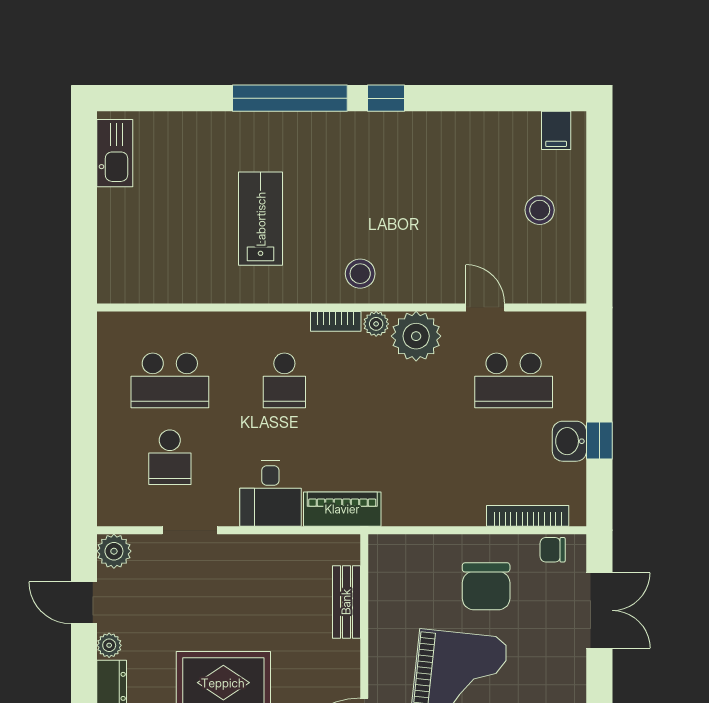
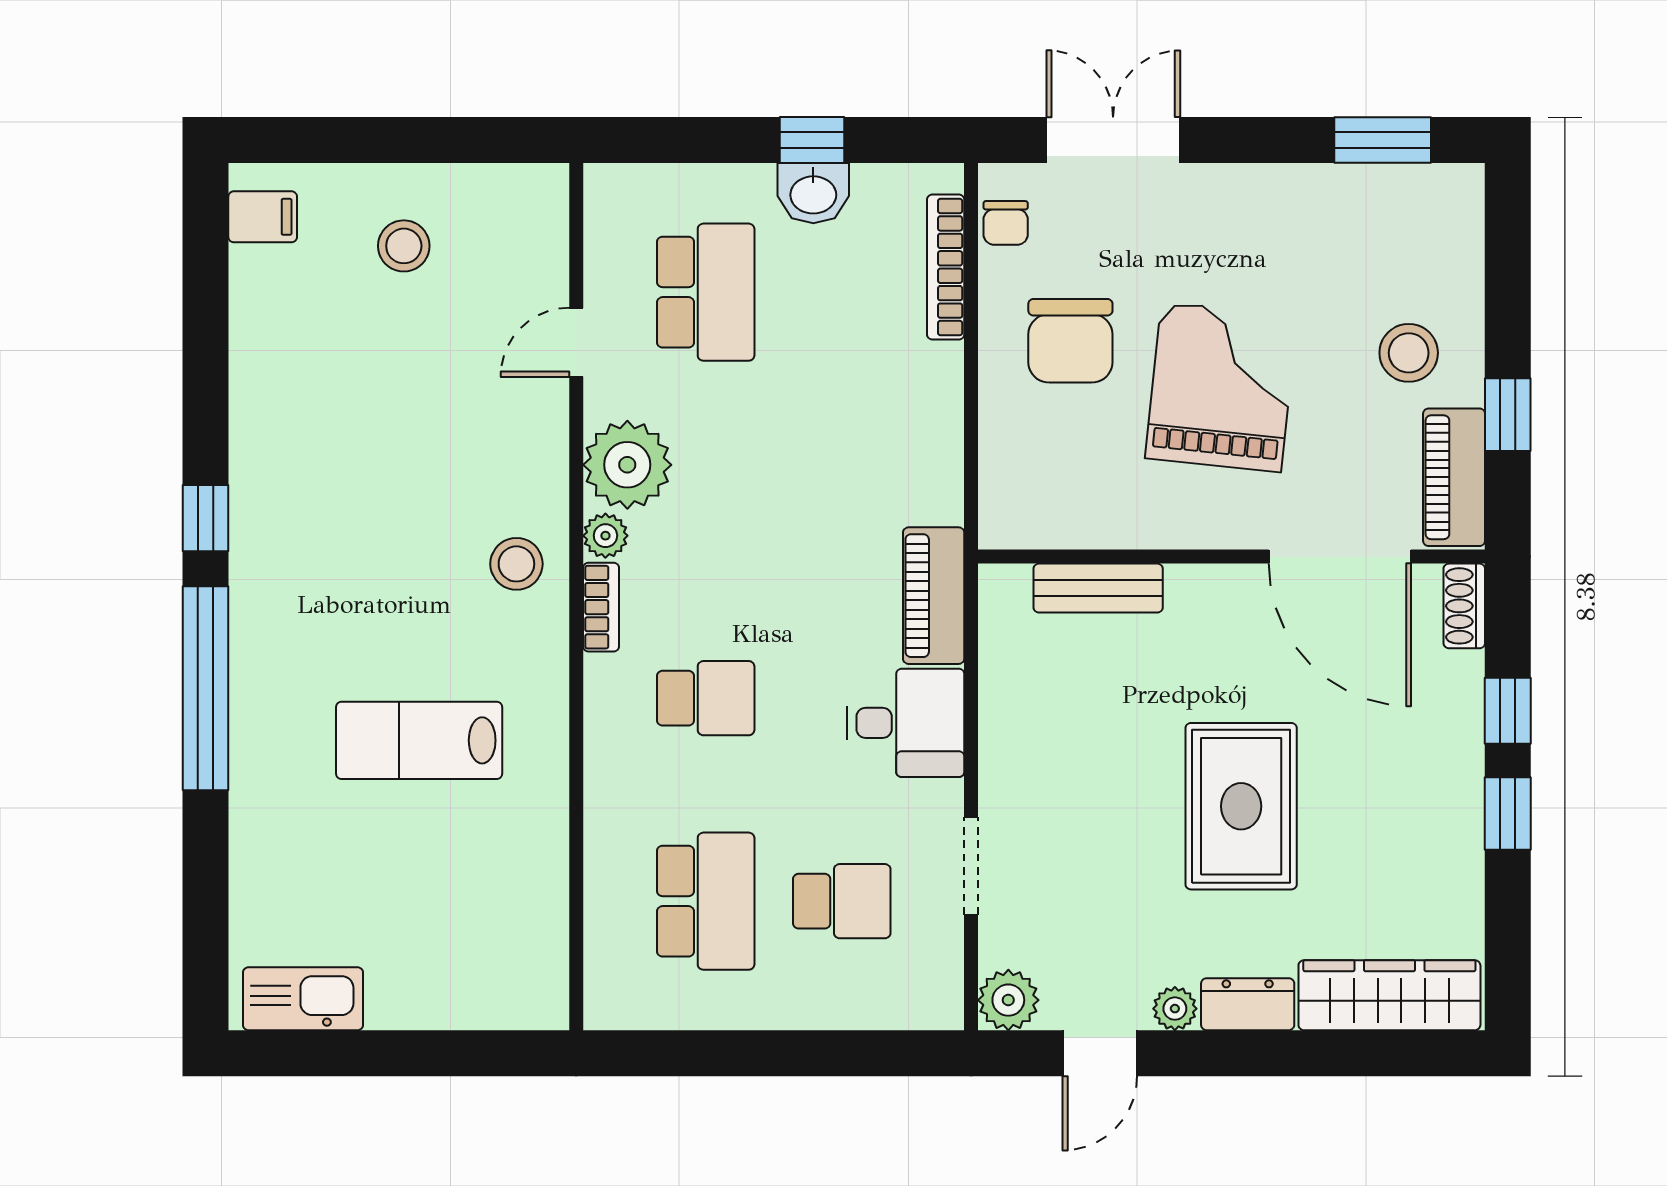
chair: (486, 586) -> (1070, 341), turned 90

